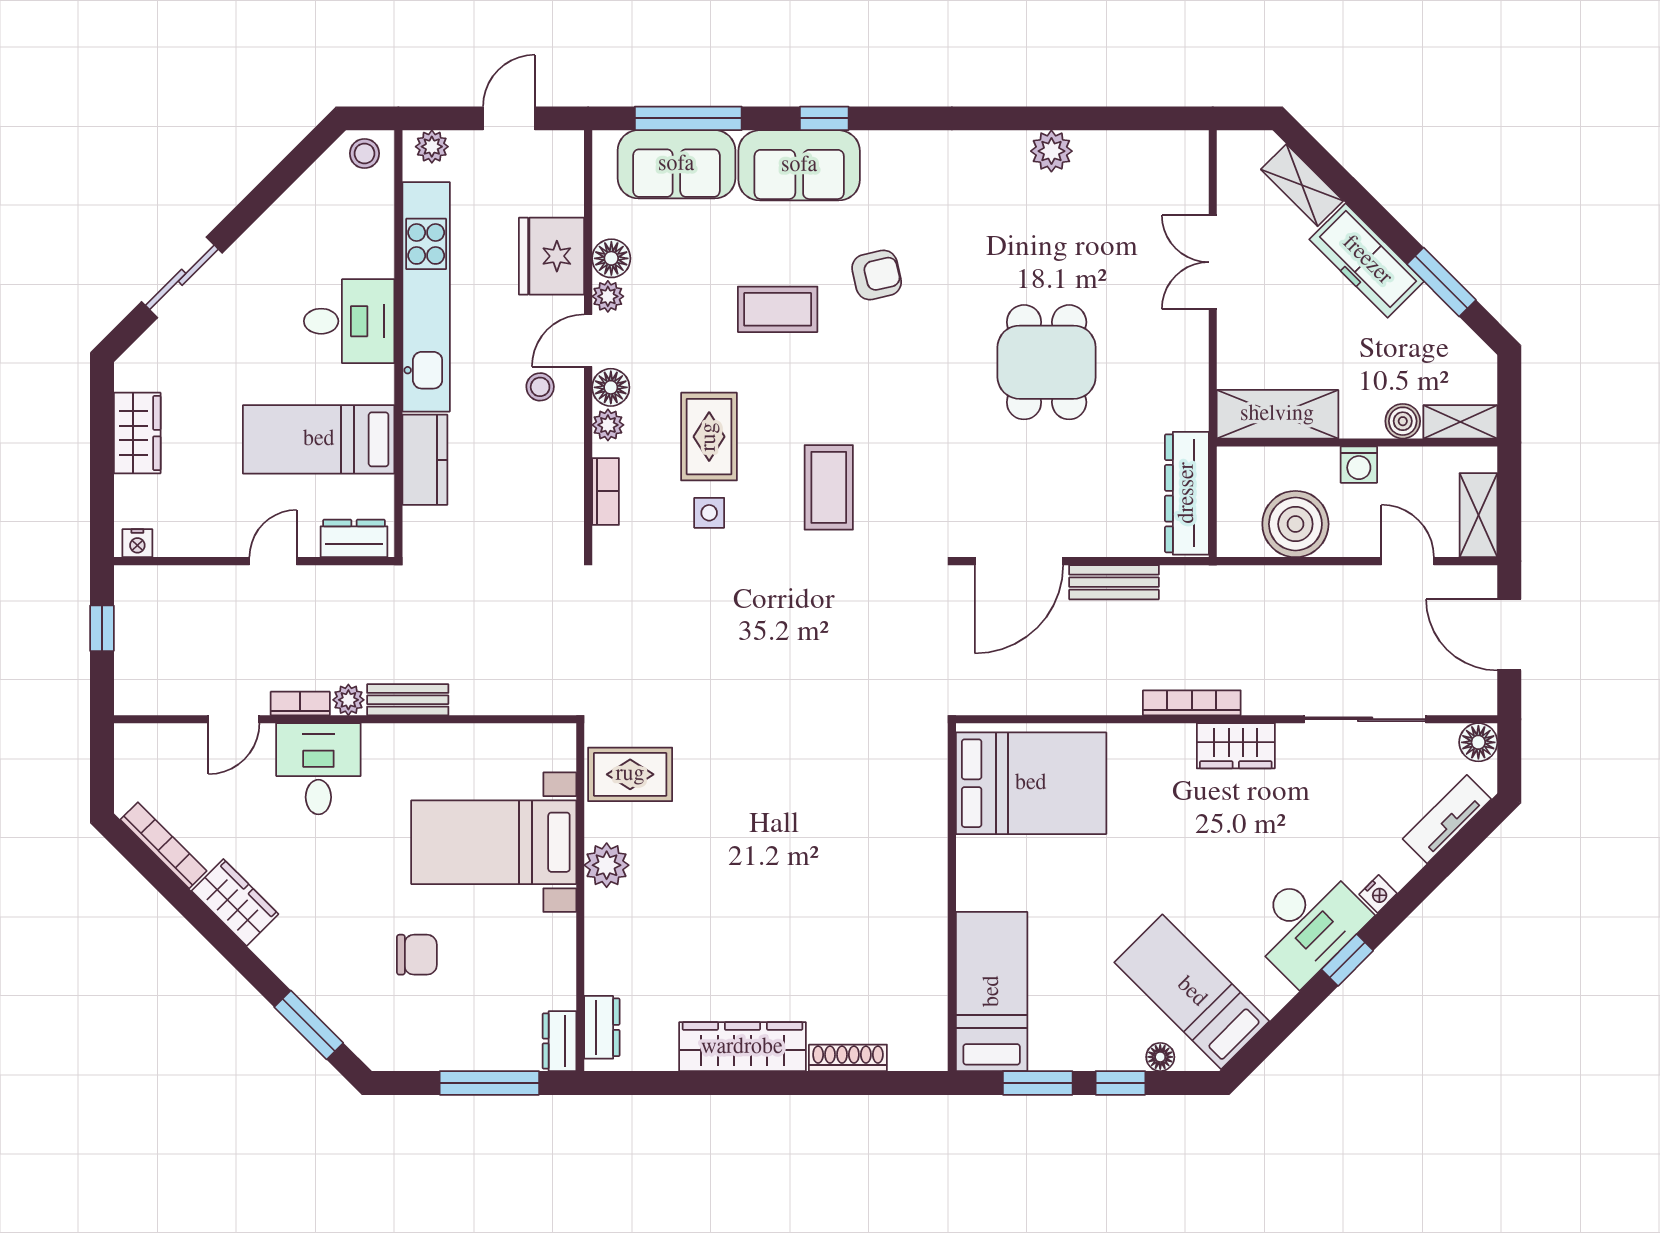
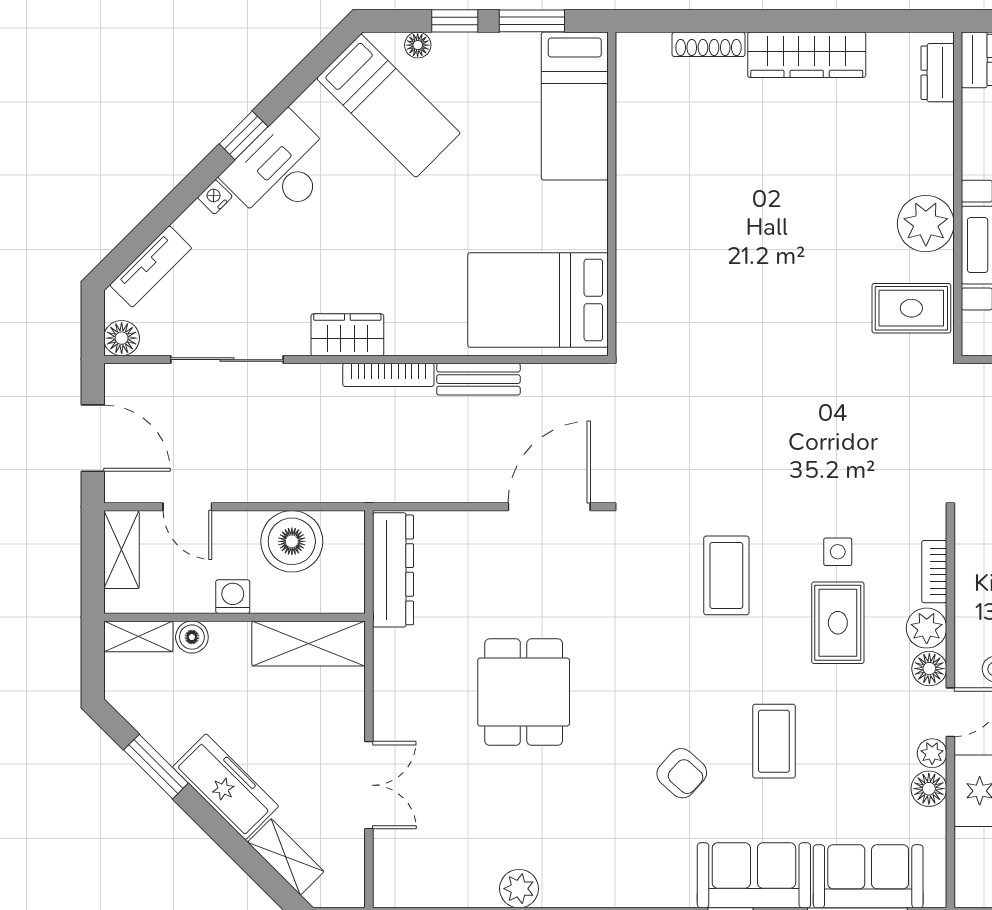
armchair: (877, 275) -> (682, 773), turned -125
coffee table: (778, 309) -> (774, 741), turned 90
plant: (608, 425) -> (927, 628), width x1.38, depth x1.38
bench: (1114, 582) -> (478, 379), moved
plant: (607, 865) -> (926, 224), width x1.36, depth x1.36

